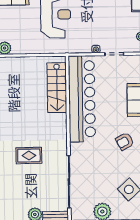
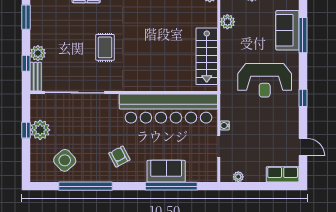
stairs: (57, 88) -> (207, 56), moved, turned -90

